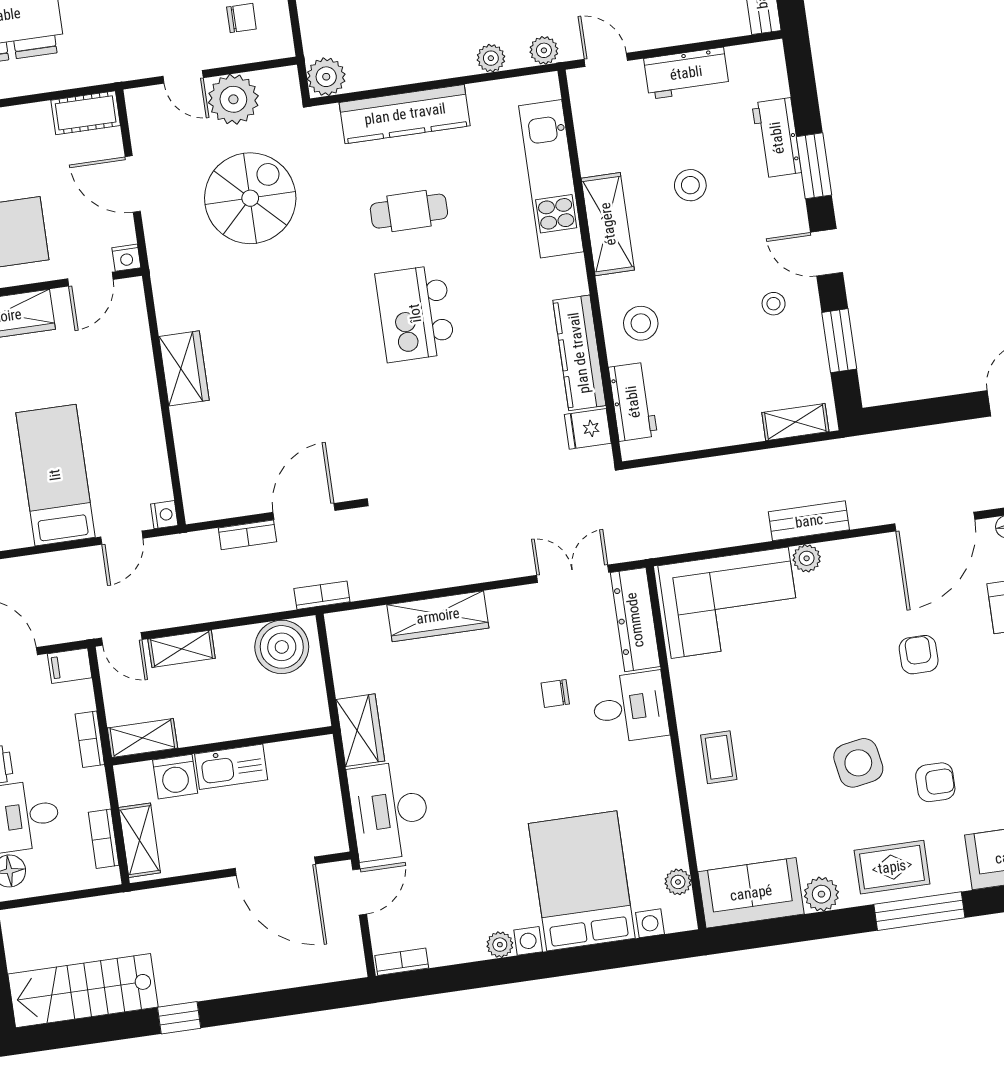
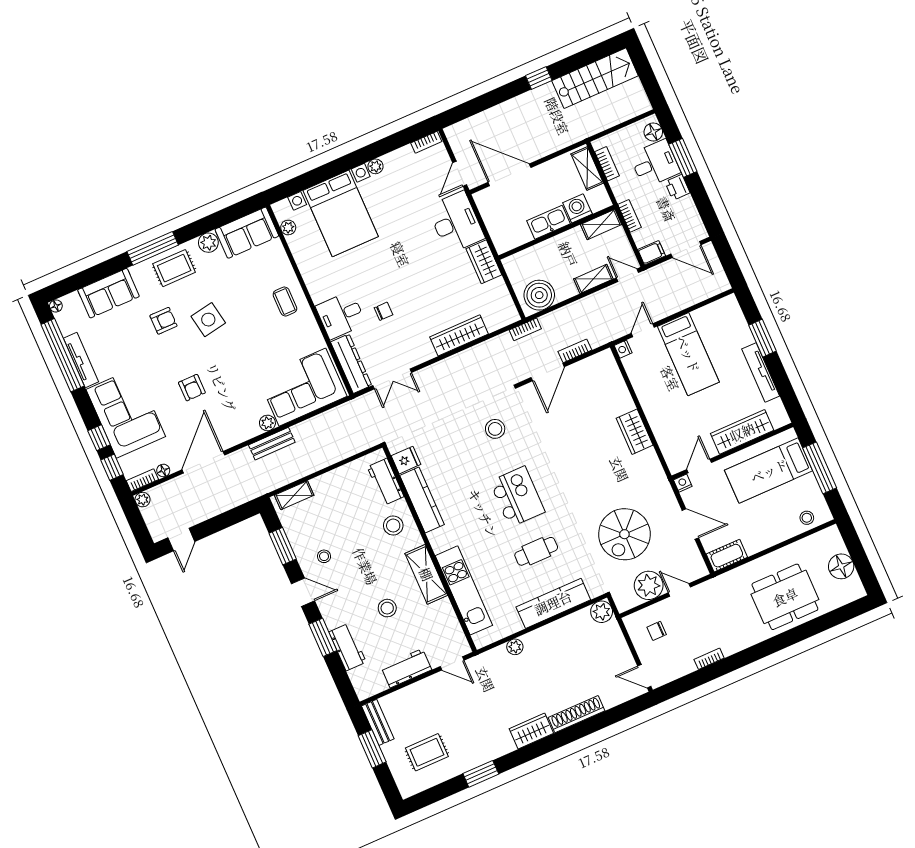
plant: (544, 50) -> (487, 659), removed
stool: (421, 440) -> (495, 429), added
armchair: (935, 782) -> (163, 321), turned 180

